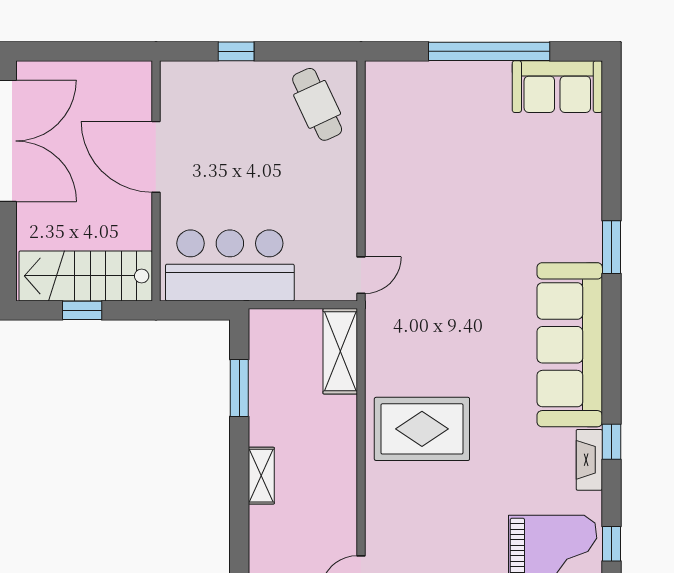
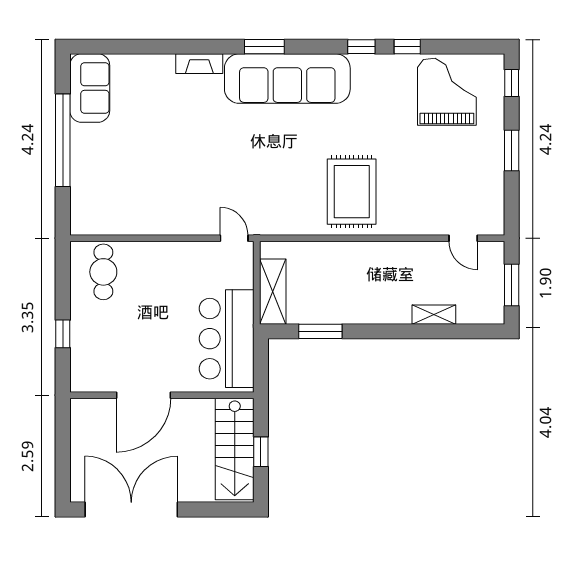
cafe table: (317, 104) -> (103, 272), turned -65
window: (611, 247) -> (264, 47), moved
shelving: (340, 351) -> (273, 292), moved, turned 90
fireplace: (589, 460) -> (199, 64), moved
shelving: (261, 476) -> (434, 315), moved
window: (611, 544) -> (407, 47), moved

